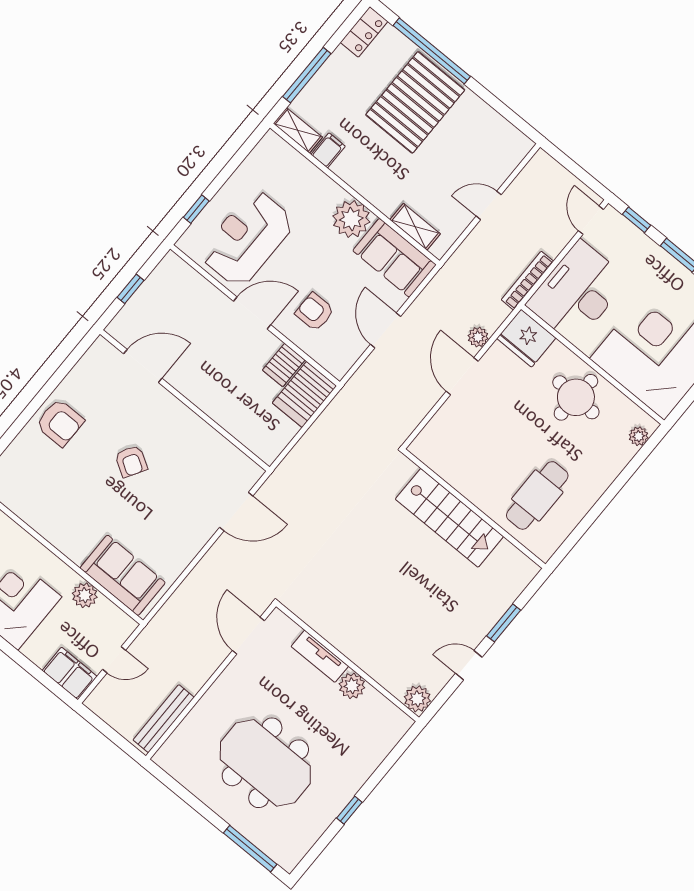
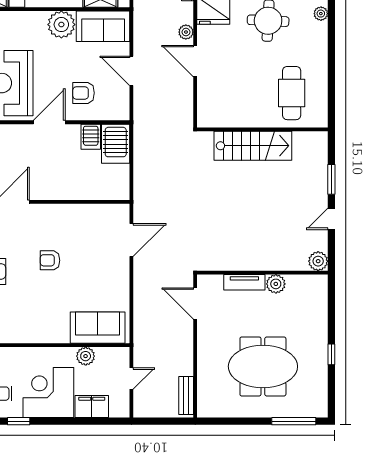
armchair: (131, 461) -> (50, 260), turned 149
filing cabinet: (70, 673) -> (92, 407), moved
bench: (164, 719) -> (186, 396), width x0.73

